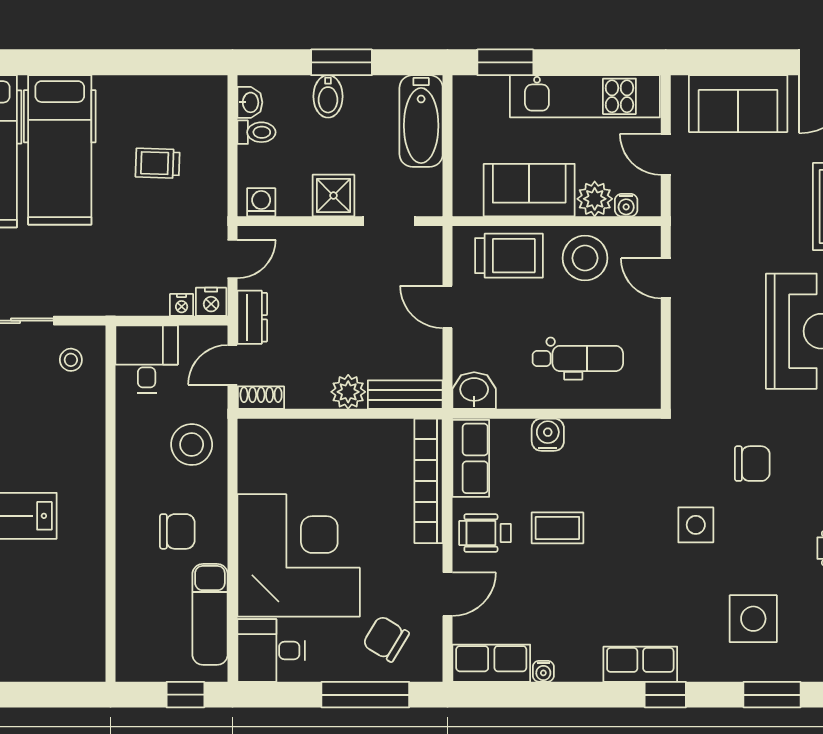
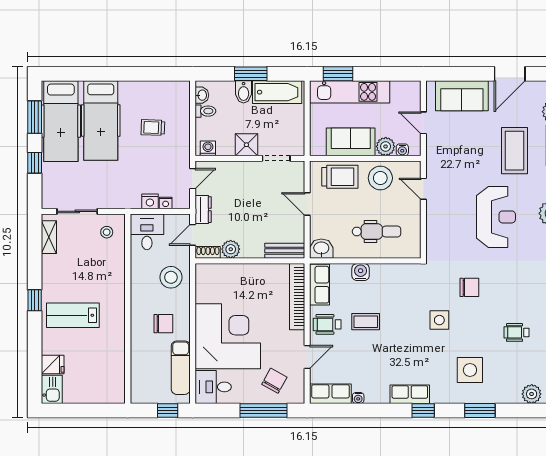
kitchen unit: (585, 96) -> (350, 92), moved
bathtub: (421, 121) -> (277, 92), moved, turned -90
nightstand: (211, 302) -> (150, 201), moved
plant: (348, 392) -> (231, 249), moved
chair: (386, 639) -> (274, 381), turned 88

